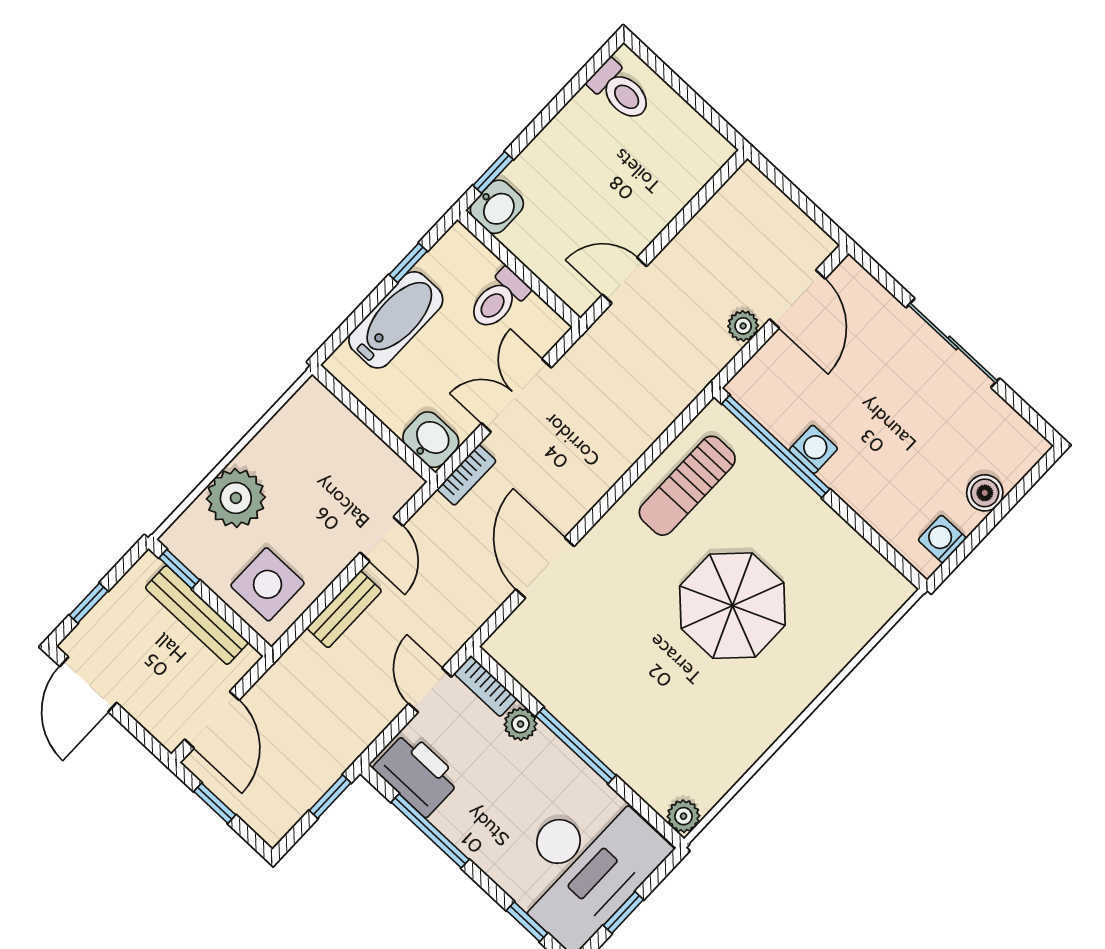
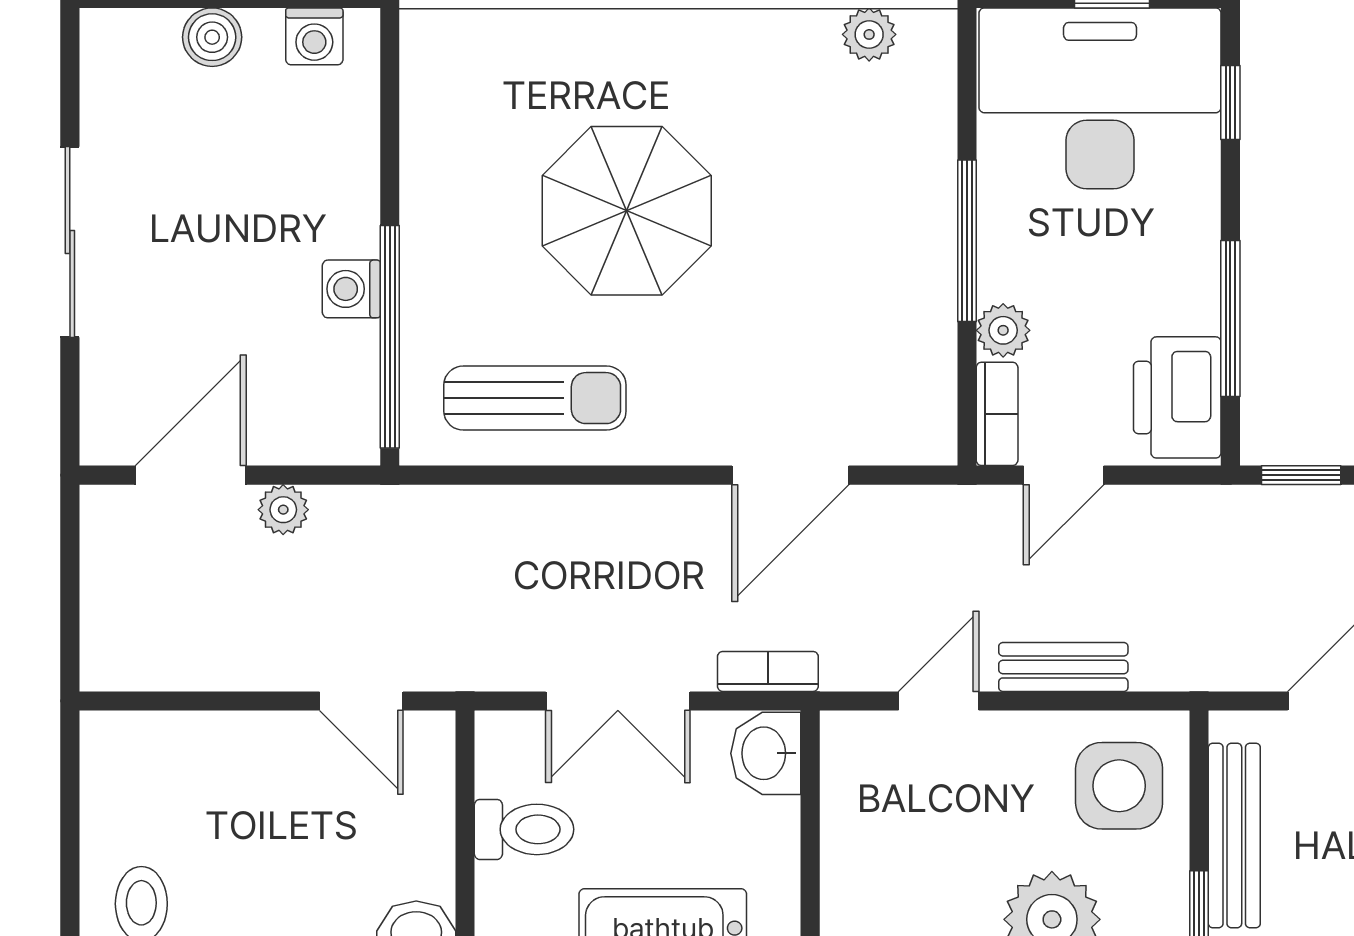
plant: (683, 816) -> (869, 34), moved

